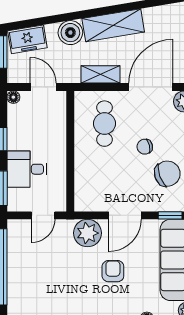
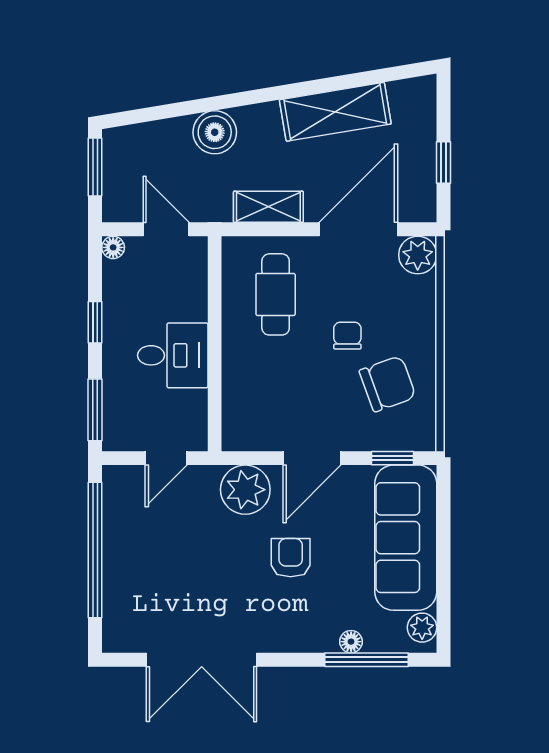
shelving: (113, 25) -> (335, 112), moved
freezer: (27, 39) -> (138, 144), removed
chair: (145, 147) -> (347, 336), turned 103
desk: (27, 169) -> (173, 355), moved, turned 180

